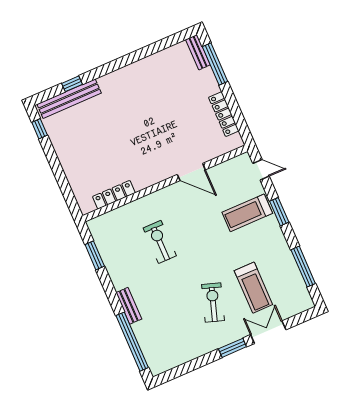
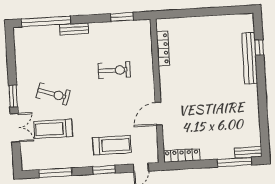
bench: (69, 99) -> (250, 58), moved
locker: (224, 114) -> (182, 155), moved
window: (40, 129) -> (234, 10), removed
treadmill: (247, 213) -> (112, 145), turned 90

